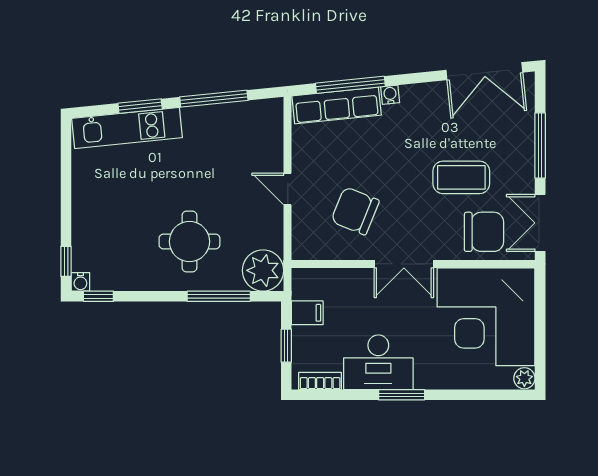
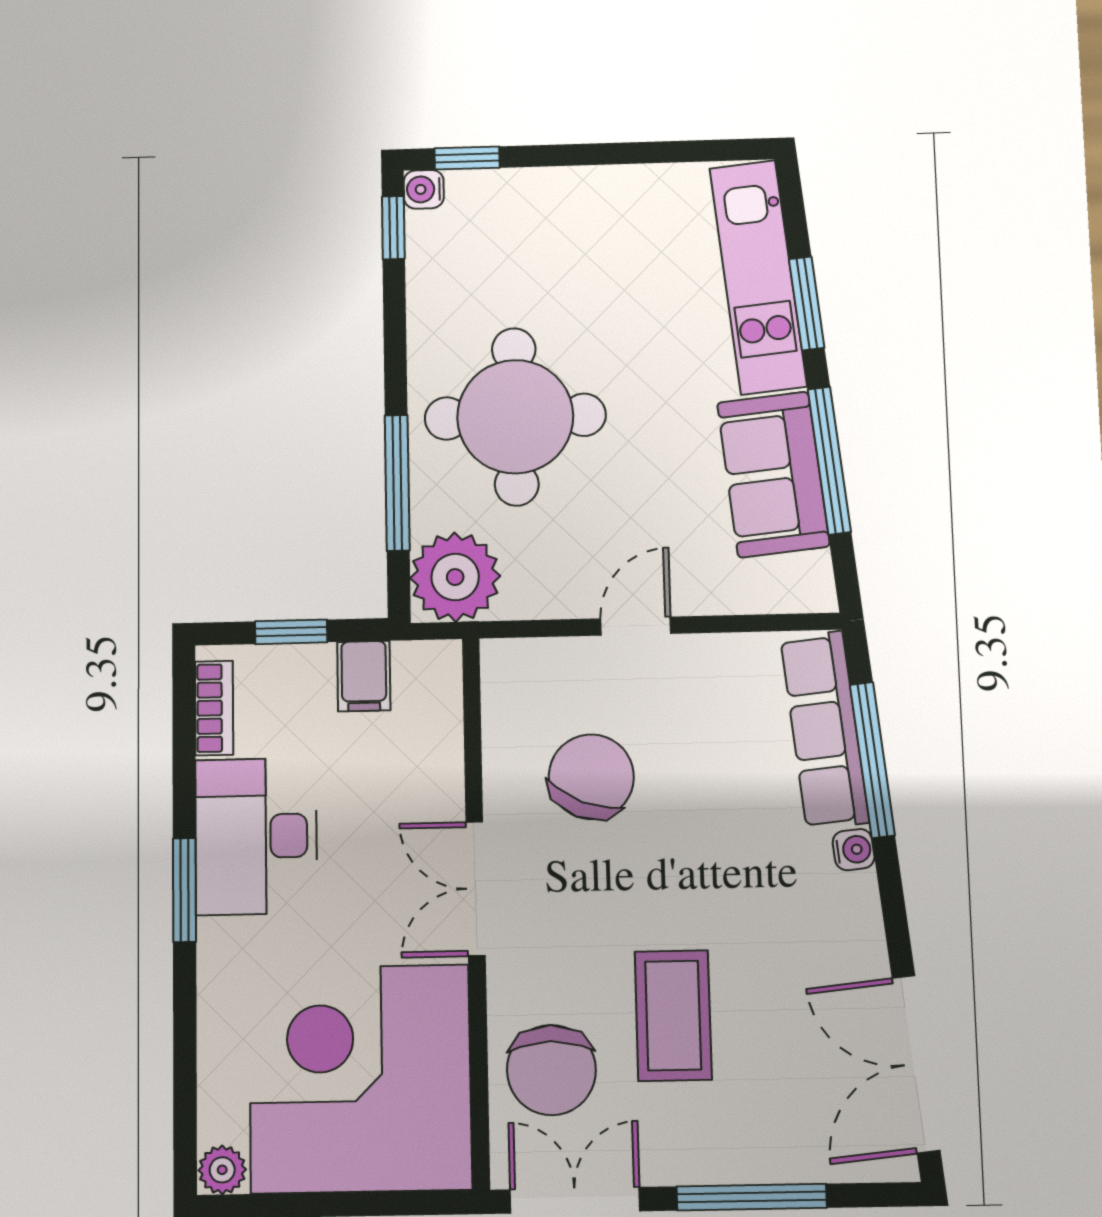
sofa: (219, 124) -> (773, 474), added
round table: (189, 242) -> (515, 417), width x1.36, depth x1.36

